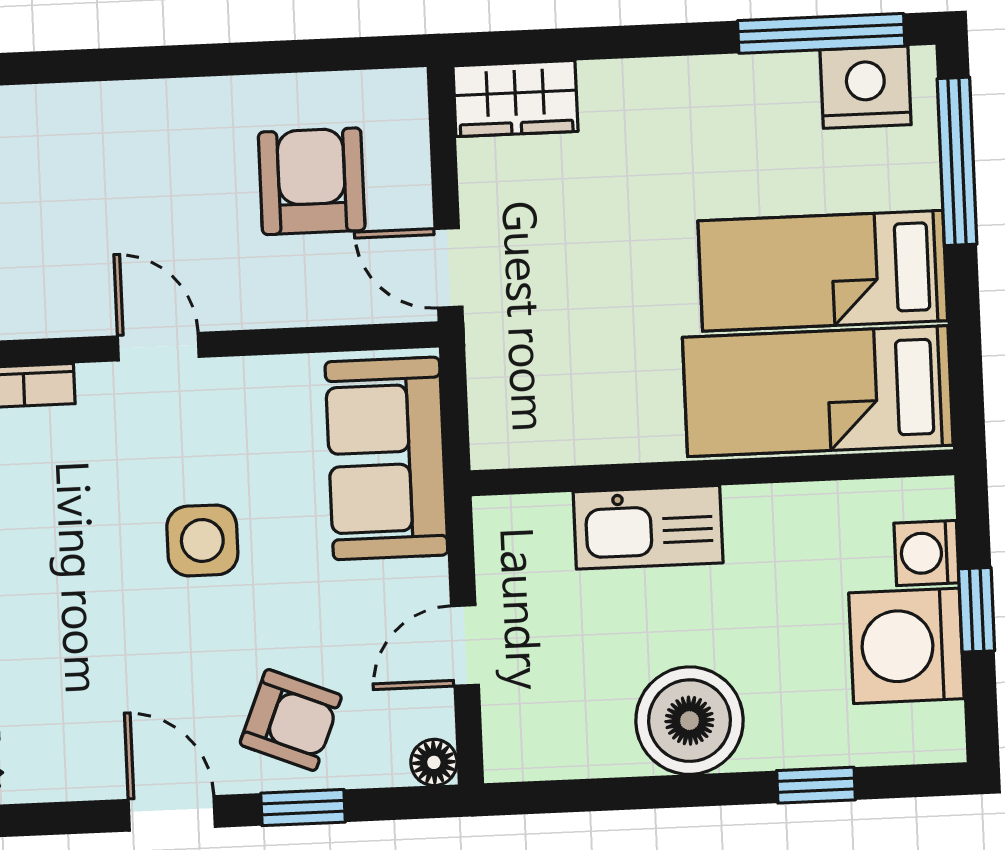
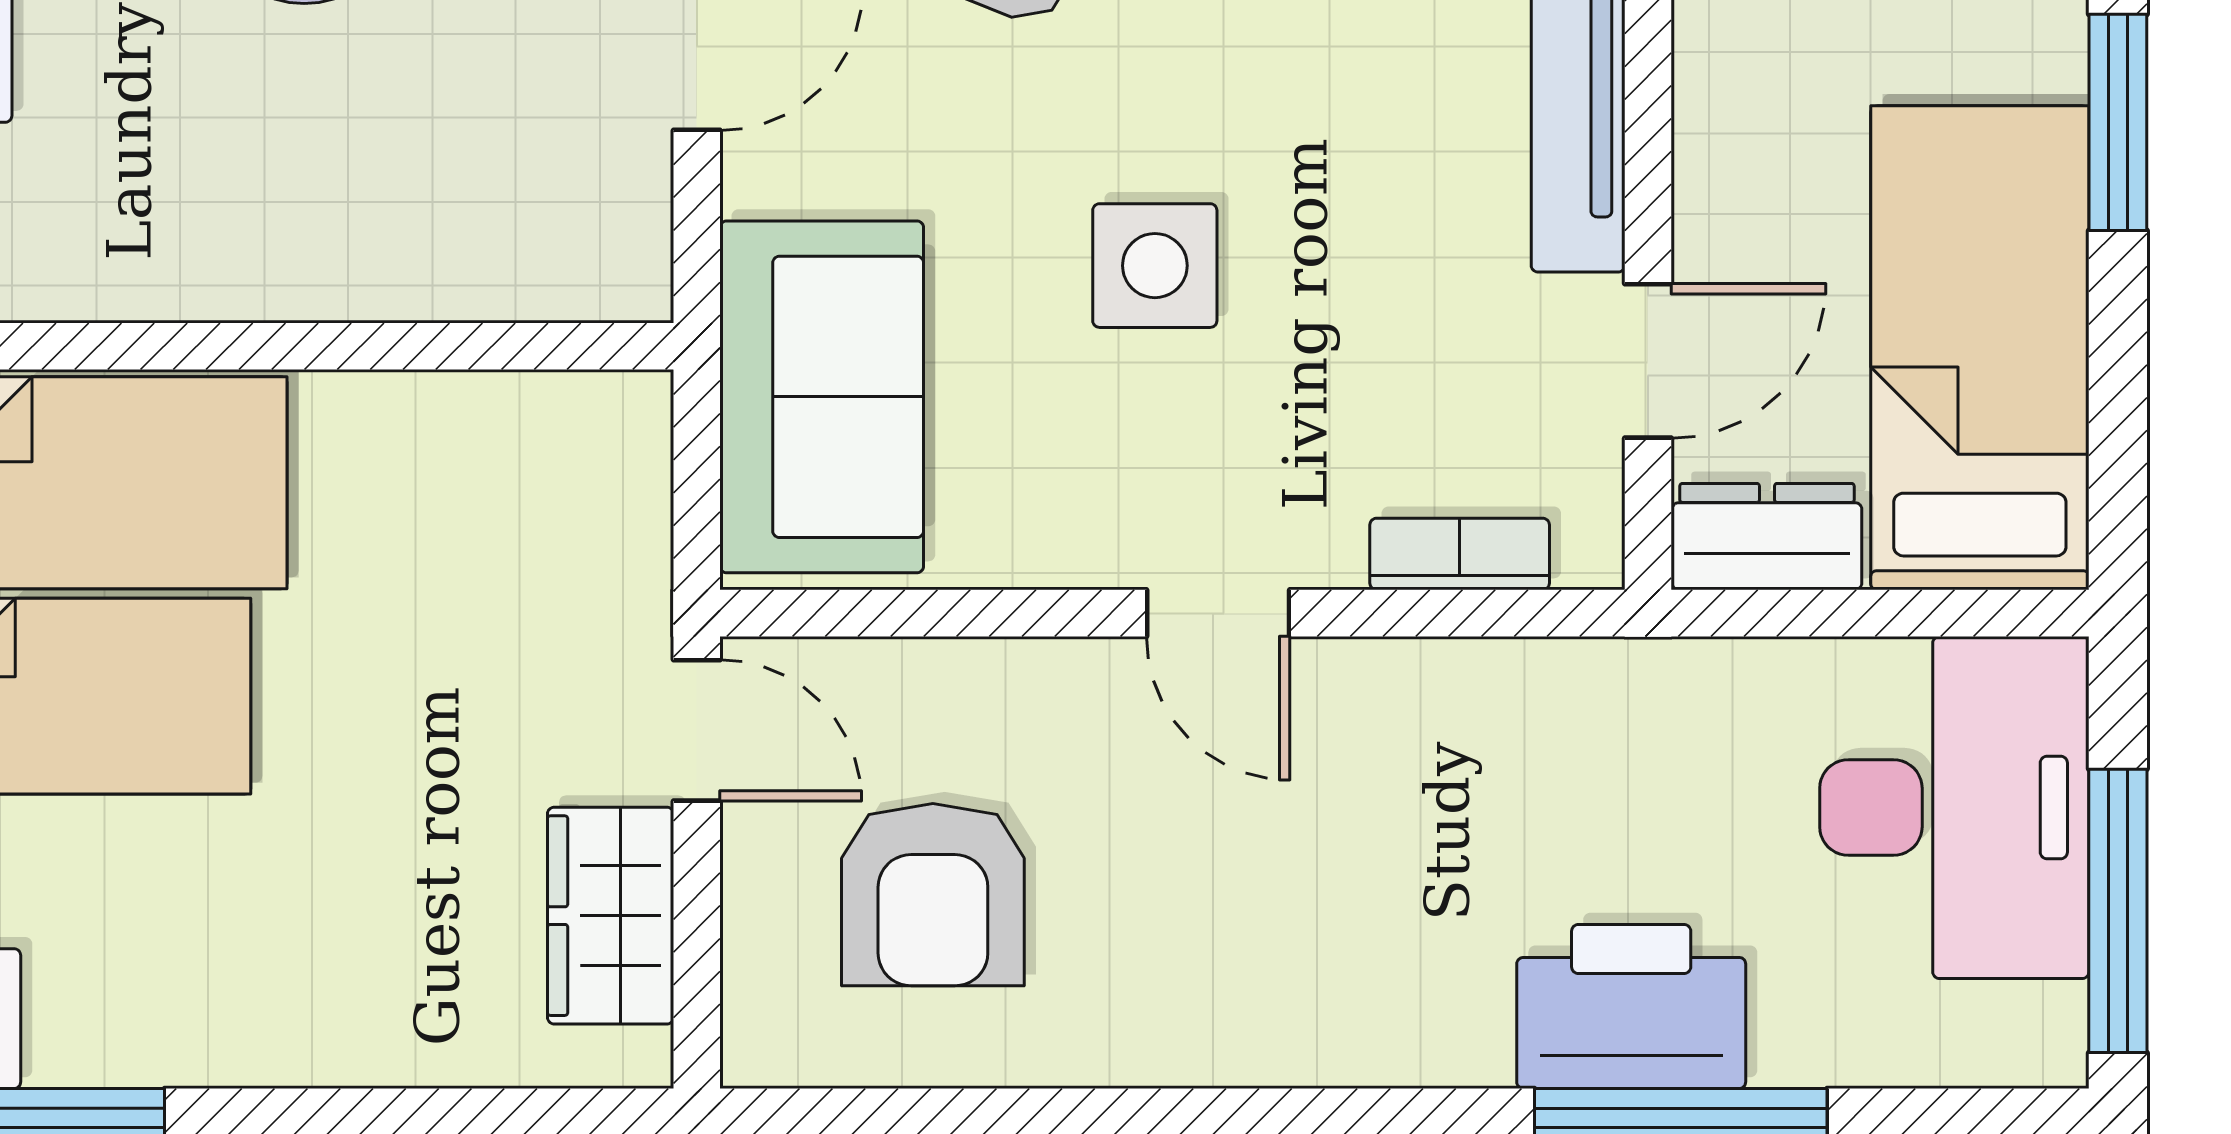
wardrobe: (515, 99) -> (611, 916), moved, turned -90
kitchen sink: (648, 527) -> (363, 254), removed

